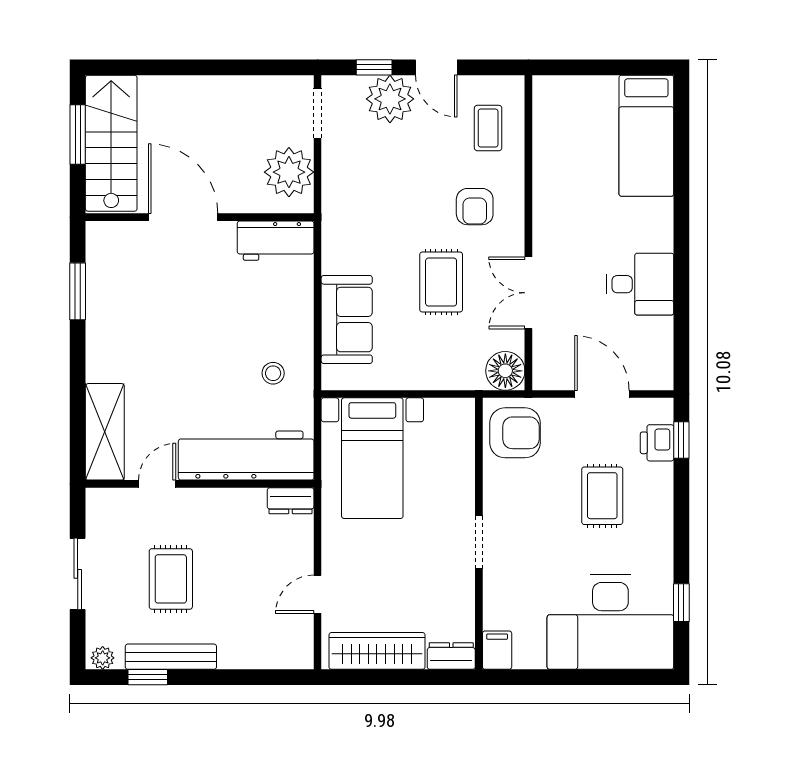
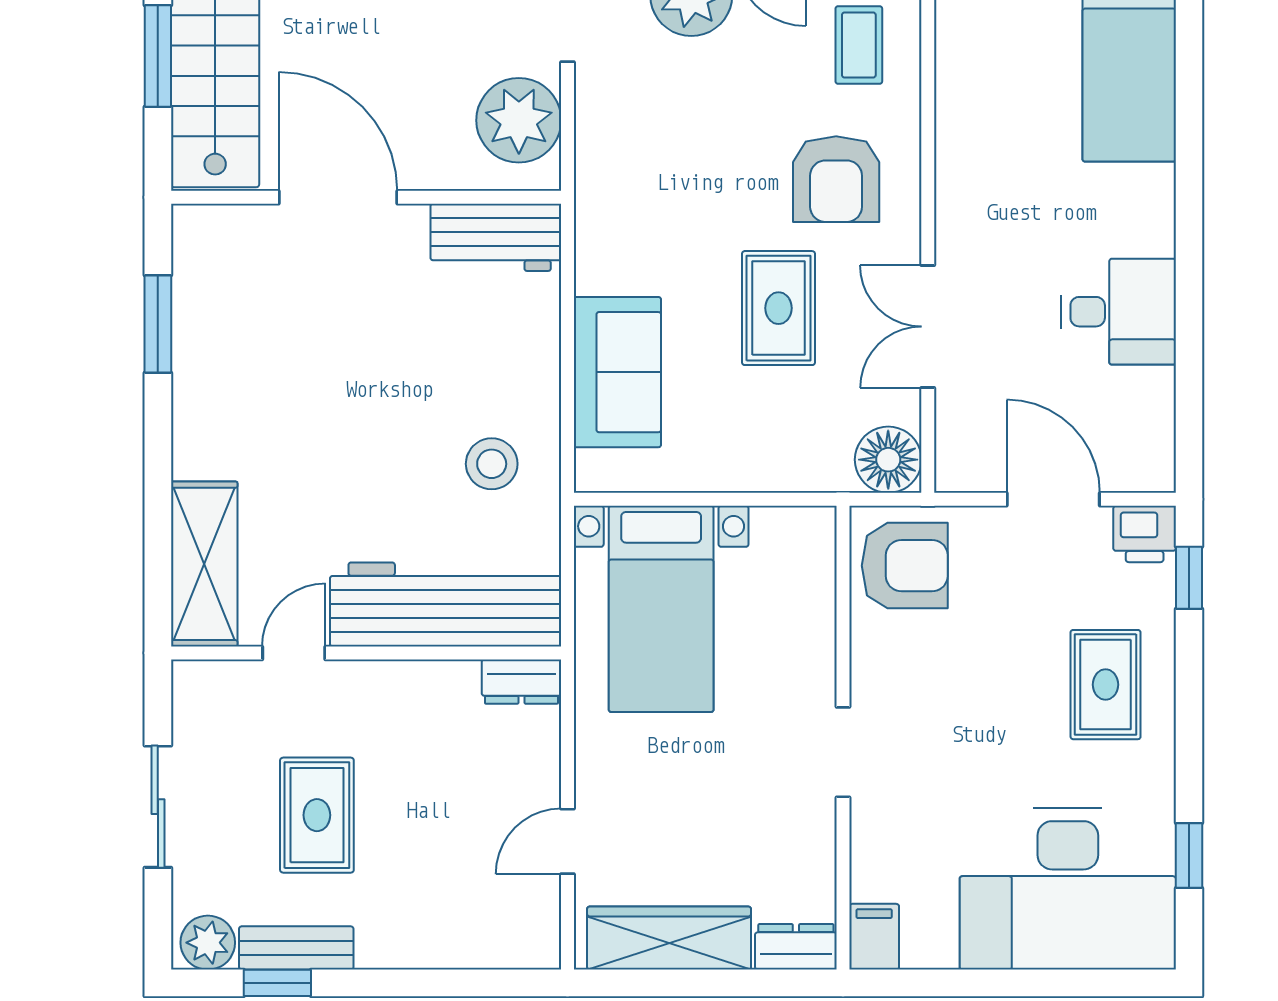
armchair: (475, 207) -> (836, 179), width x1.38, depth x1.38
stool: (273, 373) -> (492, 464), width x1.37, depth x1.37
printer: (657, 443) -> (1145, 534), moved, turned -90
rug: (602, 496) -> (1106, 685), moved
bench: (171, 657) -> (296, 948), width x0.73
plant: (103, 658) -> (208, 943), width x1.38, depth x1.38

